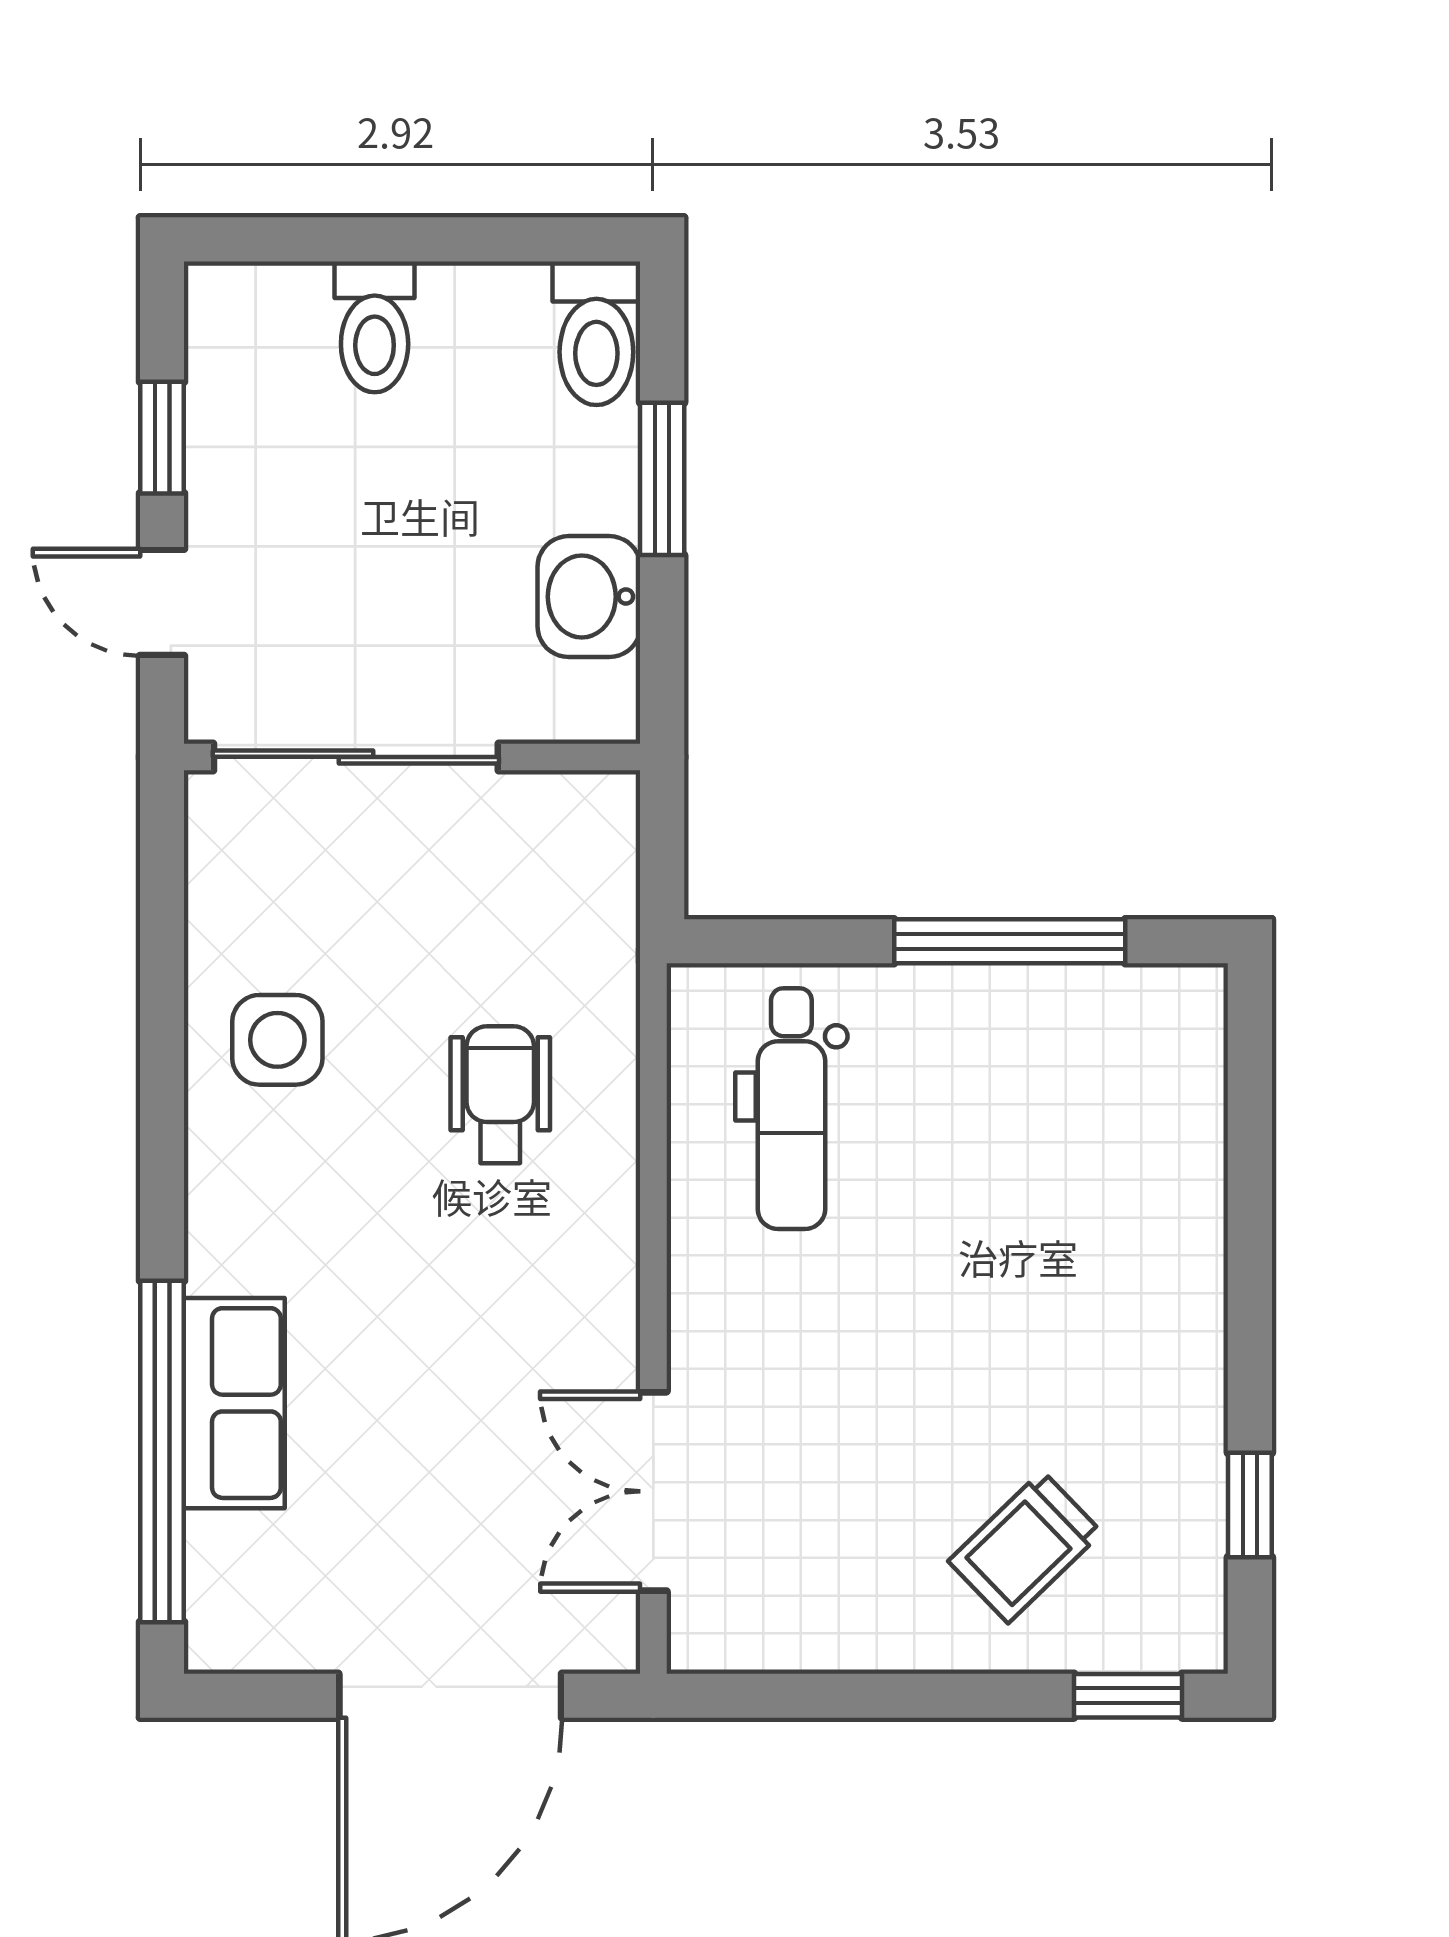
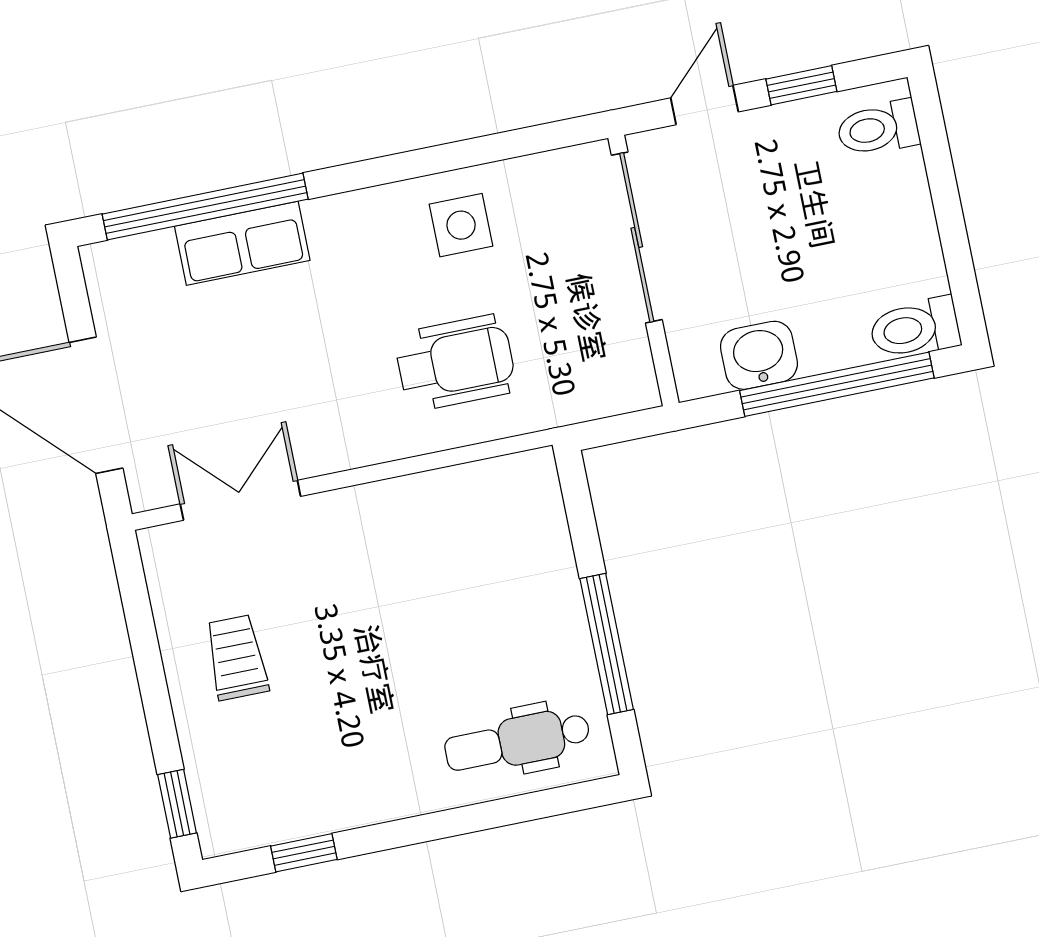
toilet: (375, 327) -> (878, 128), moved
window: (662, 479) -> (837, 384), width x2.11
wheelchair: (500, 1095) -> (455, 363), width x1.36, depth x1.37
dental chair: (791, 1109) -> (517, 741), moved
trolley: (1025, 1547) -> (237, 658), moved, turned 44

